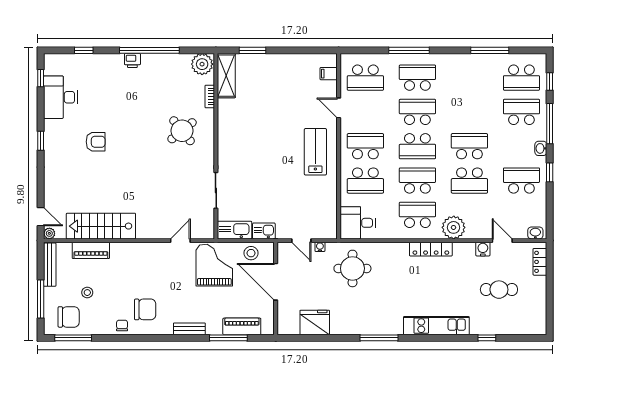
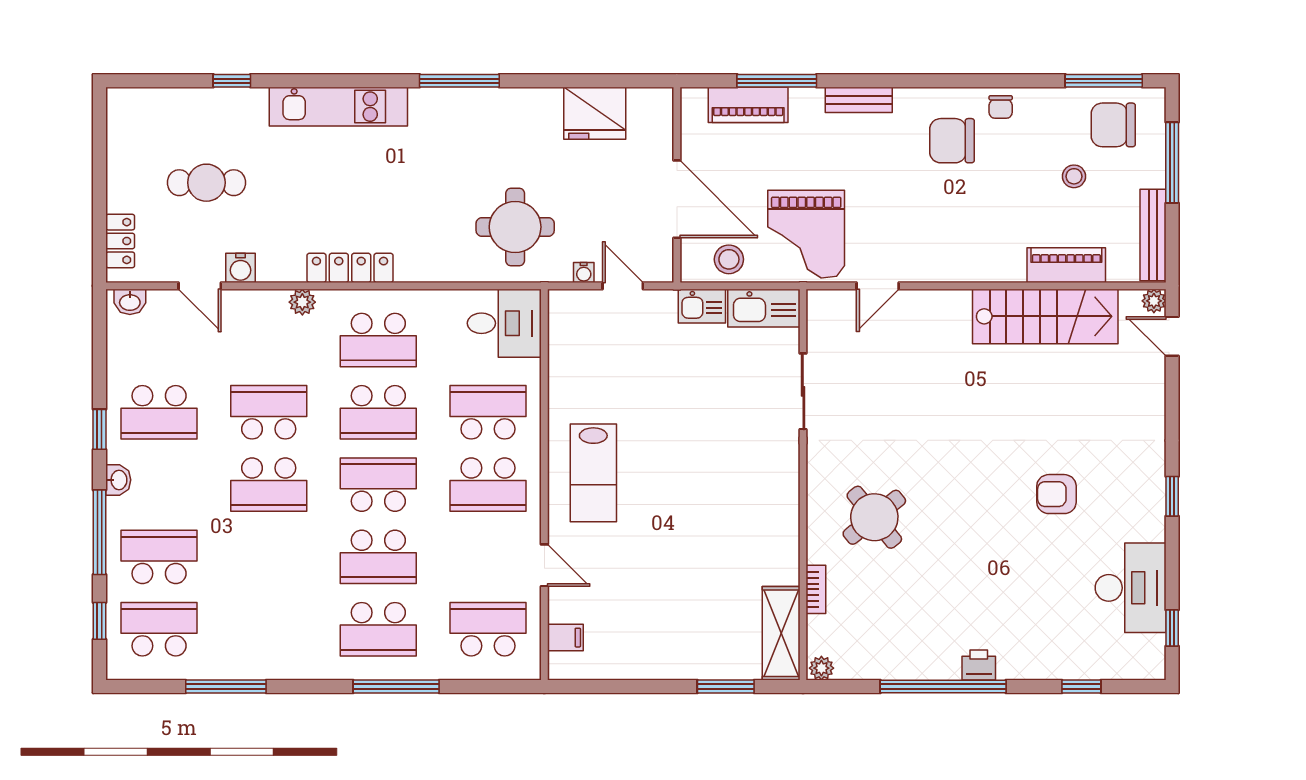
plant: (202, 64) -> (821, 668), width x0.53, depth x0.53
school desk: (521, 112) -> (159, 557), turned 180
plant: (454, 227) -> (302, 302), width x0.53, depth x0.53

